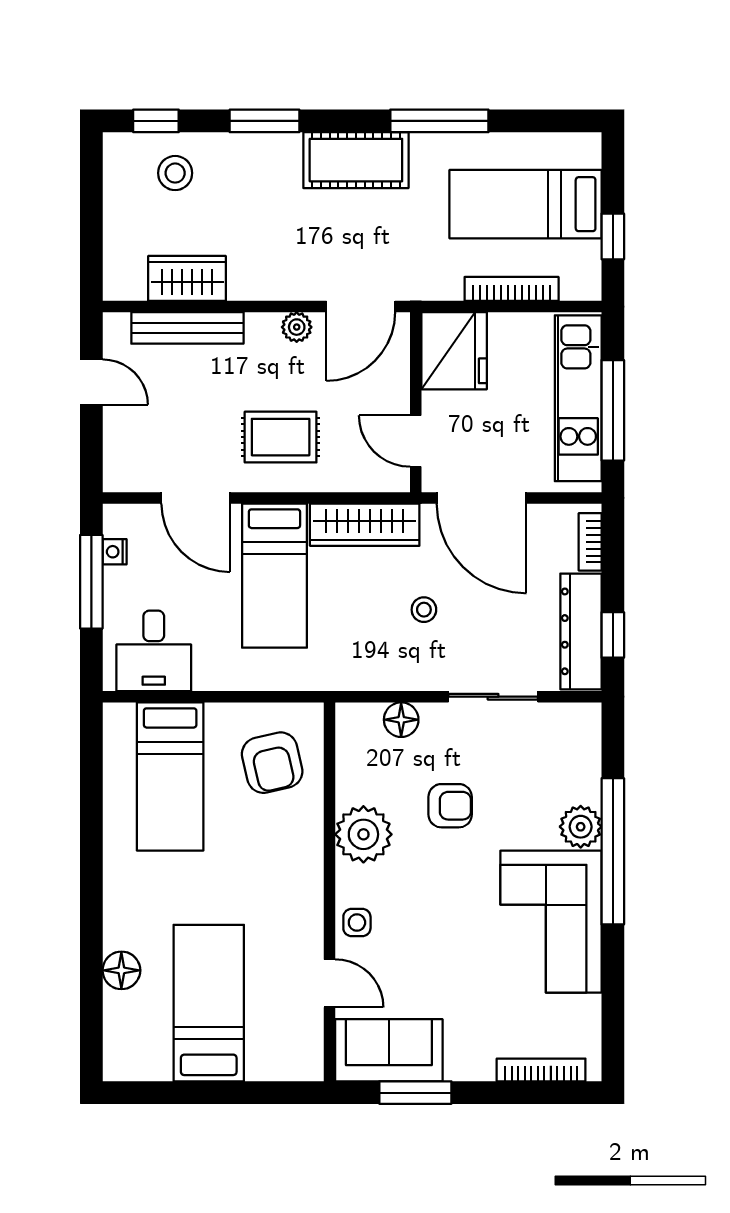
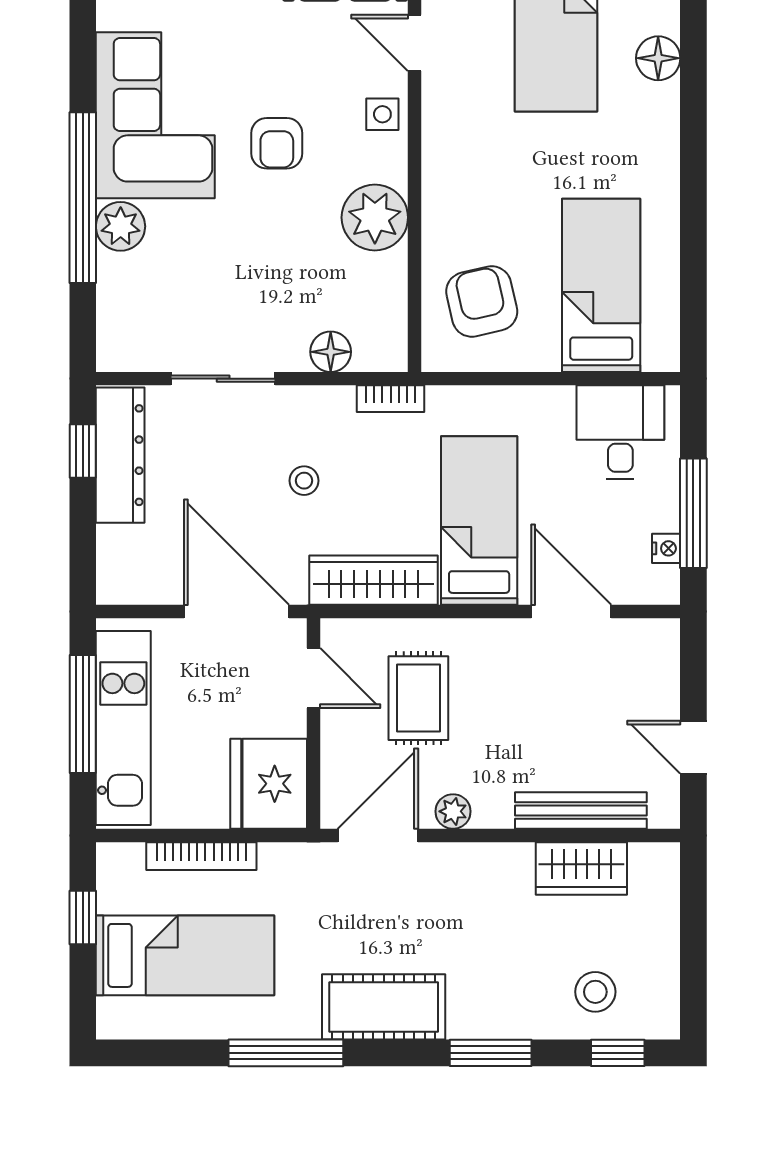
rug: (281, 437) -> (418, 698), moved, turned 90
bookcase: (590, 542) -> (391, 399), moved, turned 90
armchair: (450, 806) -> (277, 143), moved, turned -90

